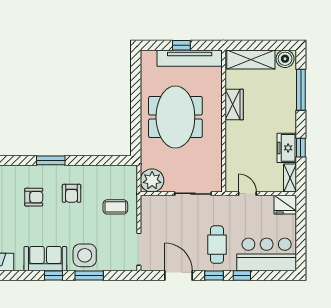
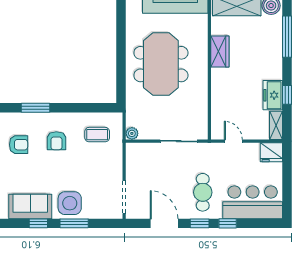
plant: (152, 180) -> (132, 133), width x0.53, depth x0.53
coffee table: (115, 207) -> (97, 135), moved

